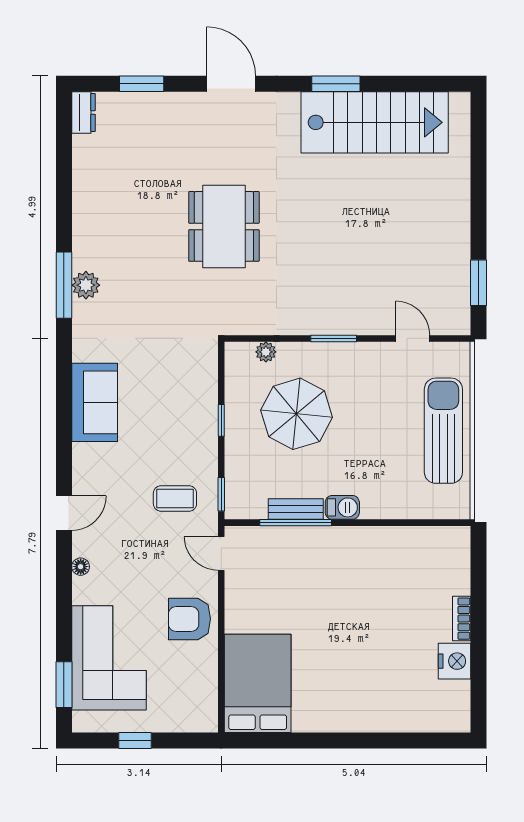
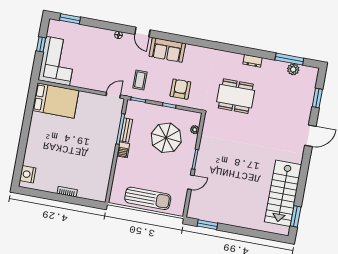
window: (336, 84) -> (296, 216), moved
dresser: (84, 113) -> (252, 61), moved
dining table: (224, 226) -> (236, 96), moved
window: (64, 285) -> (289, 59), moved
plant: (86, 285) -> (293, 69), moved
door: (413, 338) -> (191, 182), moved
sofa: (95, 402) -> (167, 50), moved
armchair: (189, 619) -> (180, 89), moved
corner sofa: (109, 658) -> (58, 61), moved, turned -90
nightstand: (454, 661) -> (28, 174), moved, turned 90

